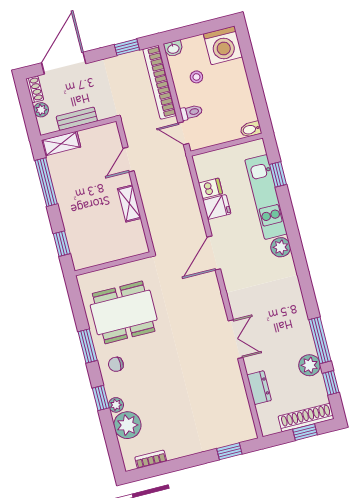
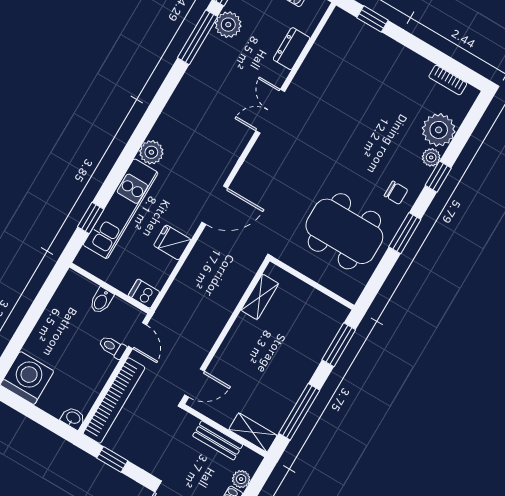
stool: (196, 77) -> (77, 373), removed
bidet: (251, 129) -> (101, 301), moved, turned 90
door: (129, 160) -> (194, 383), moved
dishwasher: (210, 188) -> (144, 294), moved
shelving: (129, 204) -> (260, 297), moved
window: (62, 244) -> (339, 345), width x1.50

